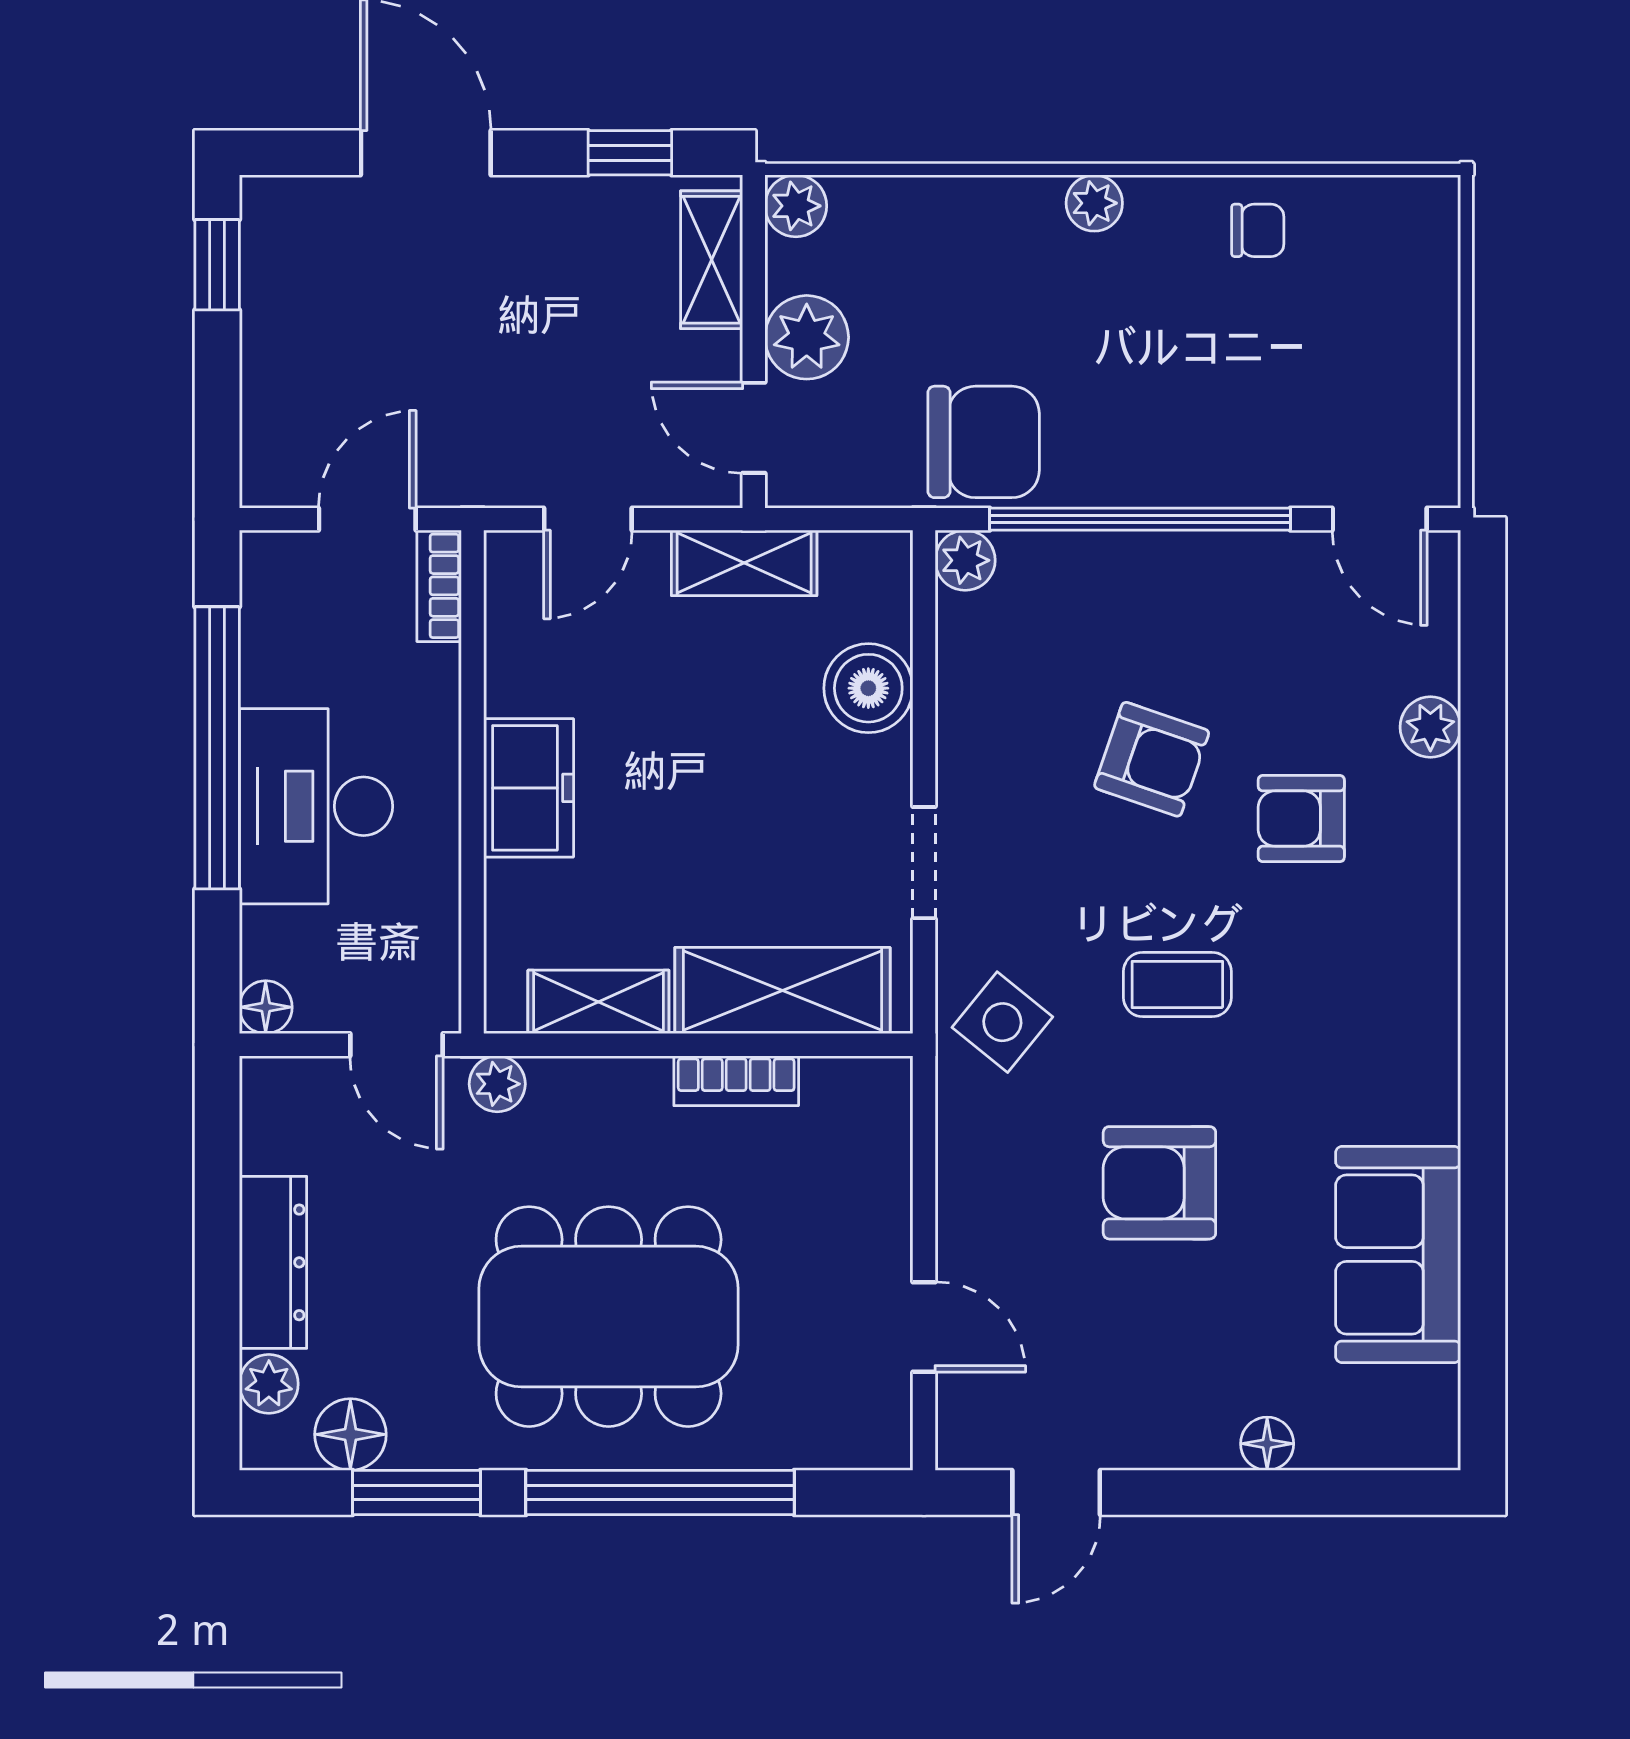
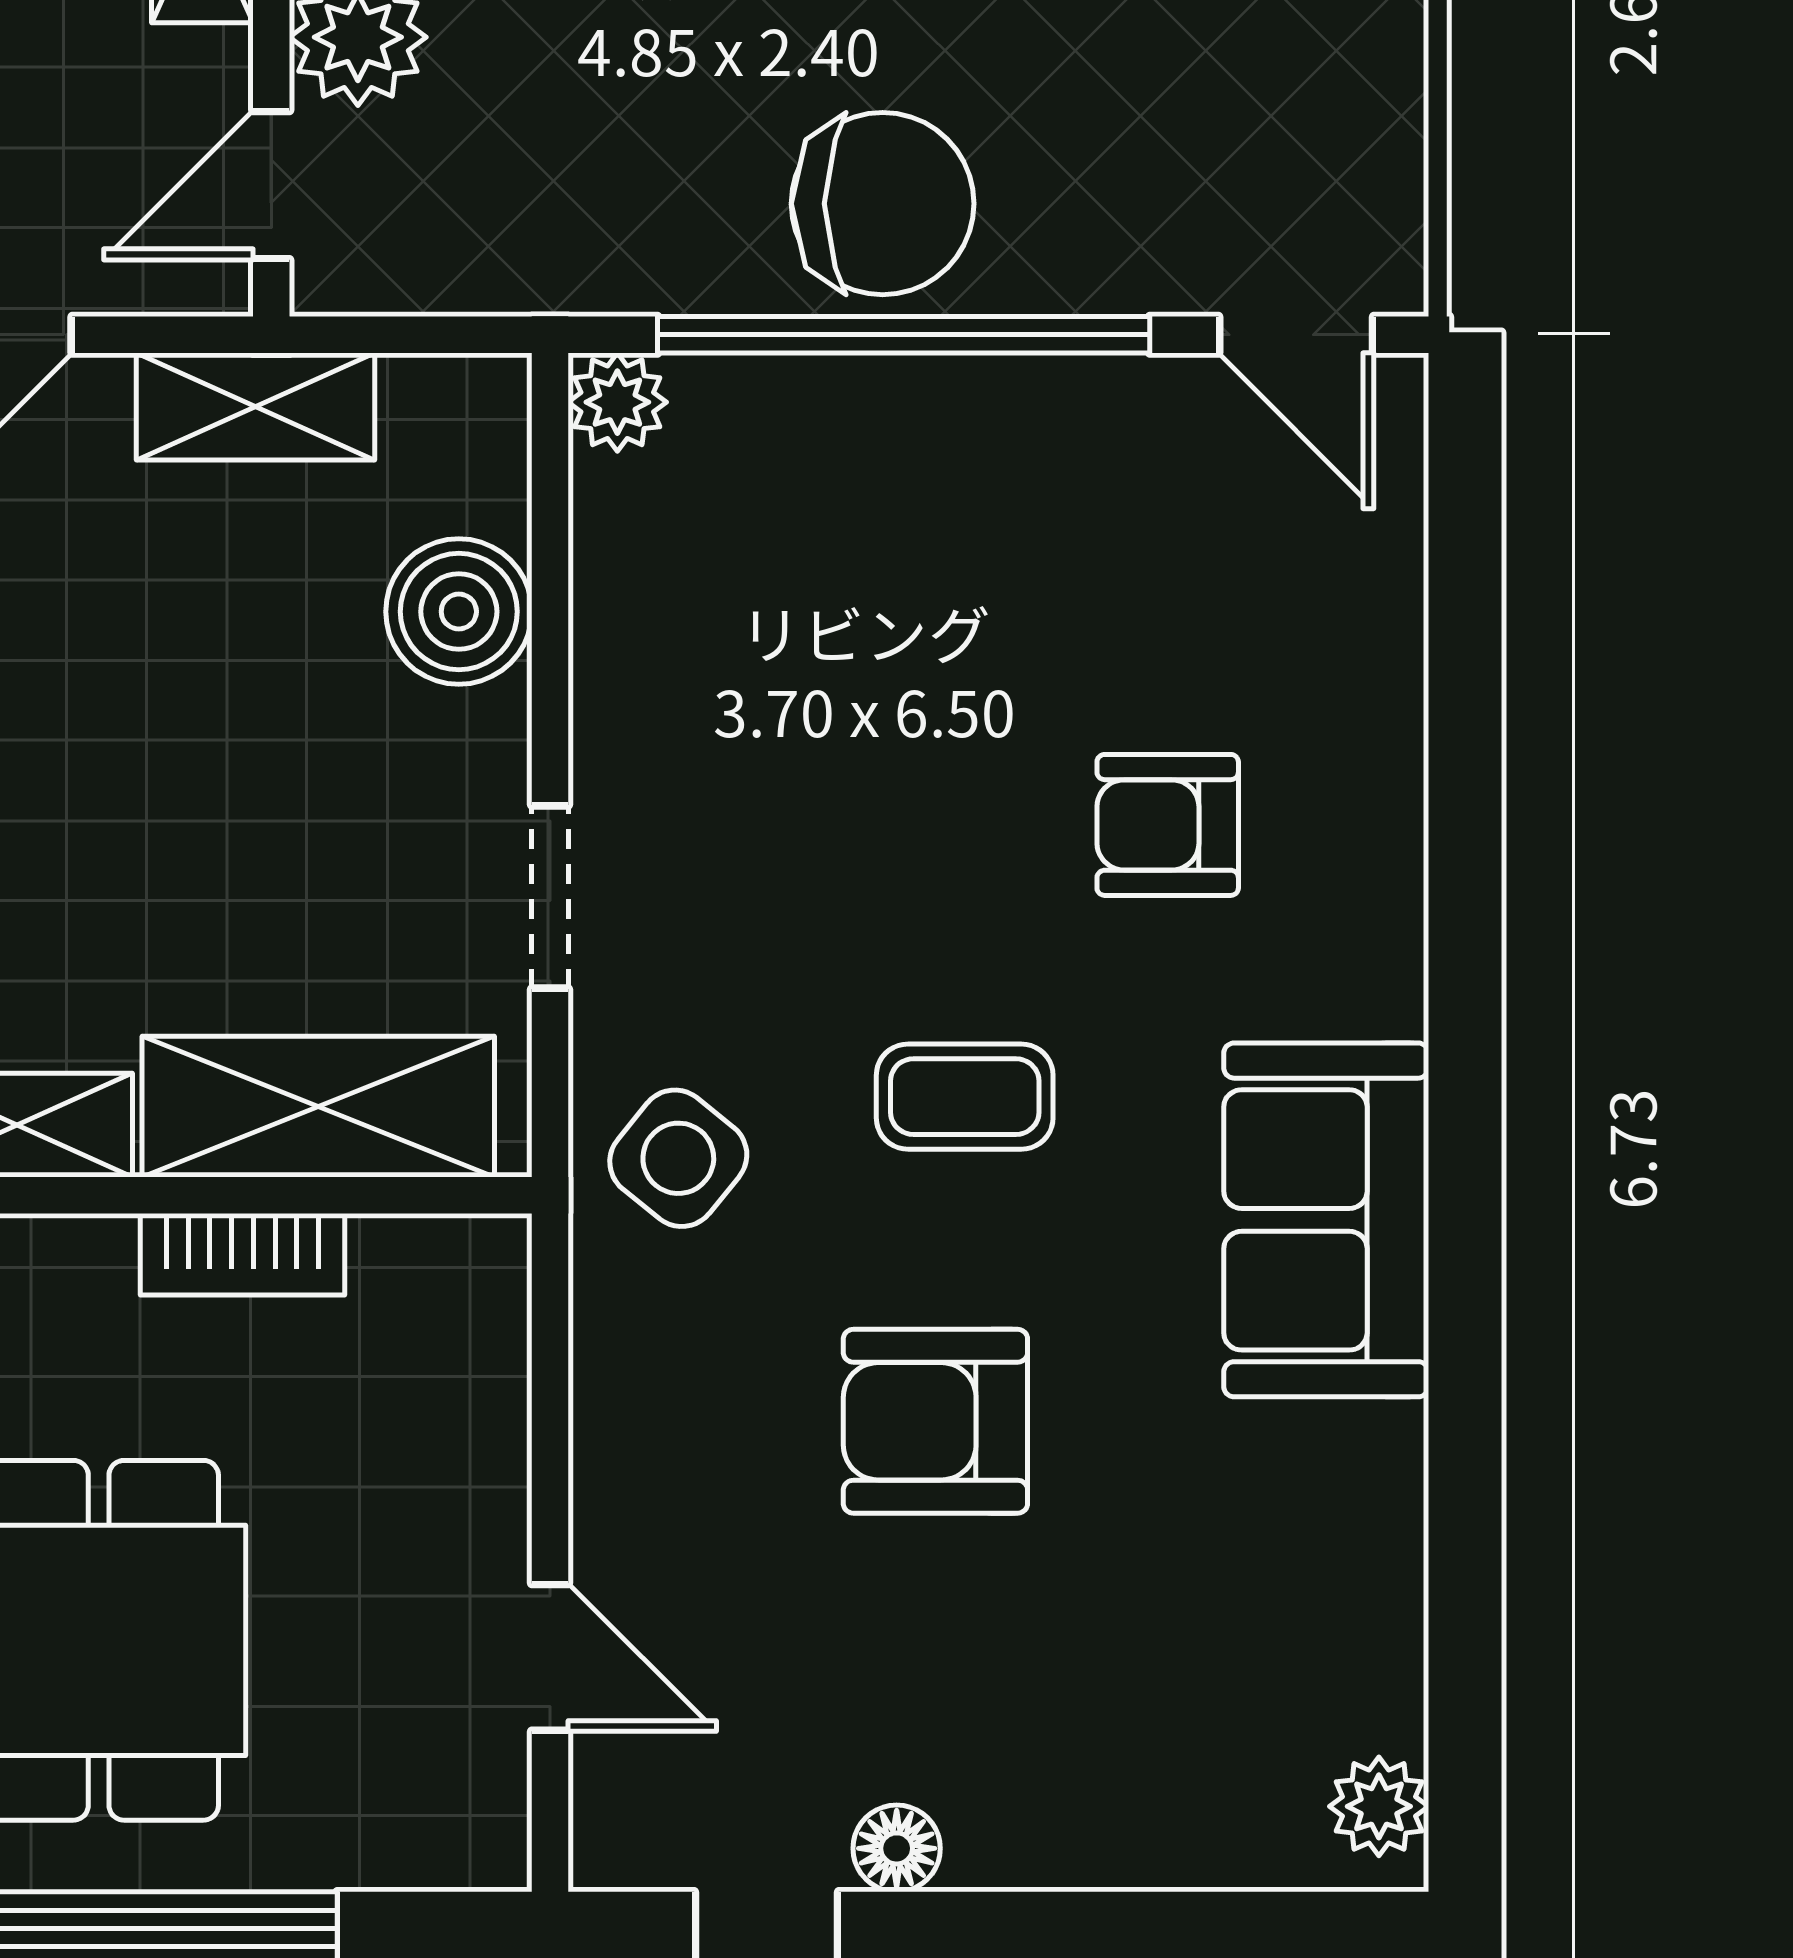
door: (754, 428) -> (271, 185), hinge flipped
chair: (984, 442) -> (883, 204), moved
plant: (1430, 727) -> (1379, 1806), moved
armchair: (1152, 759) -> (923, 728), removed
sofa: (1398, 1254) -> (1326, 1220), moved
floor lamp: (1267, 1444) -> (897, 1848), moved

